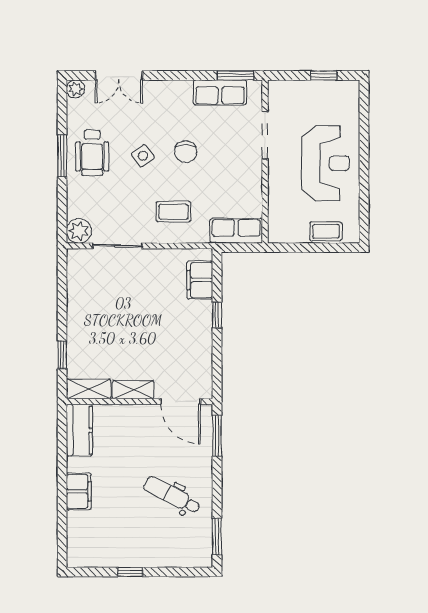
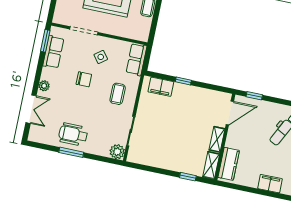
plant: (76, 89) -> (44, 86), moved
wheelchair: (92, 153) -> (73, 134), turned 180
side table: (143, 156) -> (101, 57), moved
kitchen counter: (79, 430) -> (229, 164), moved, turned 90
window: (217, 436) -> (254, 96), width x0.67

